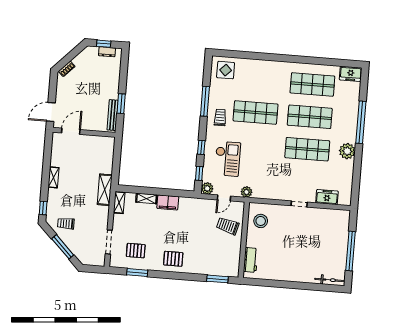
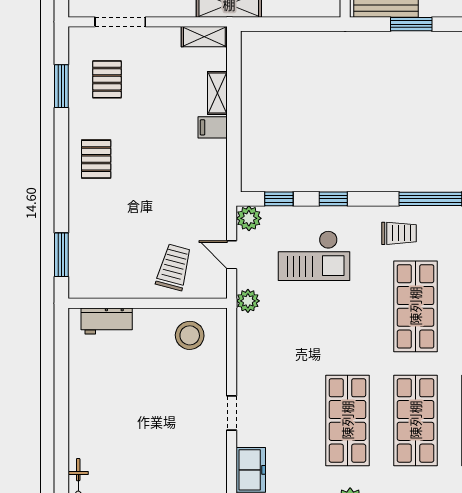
filing cabinet: (168, 203) -> (213, 127), width x0.50

